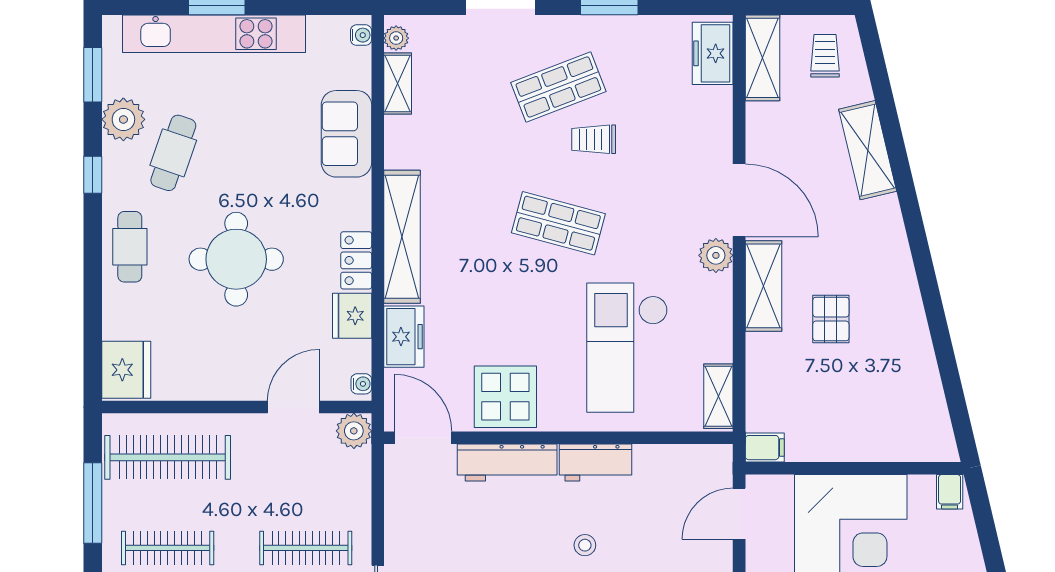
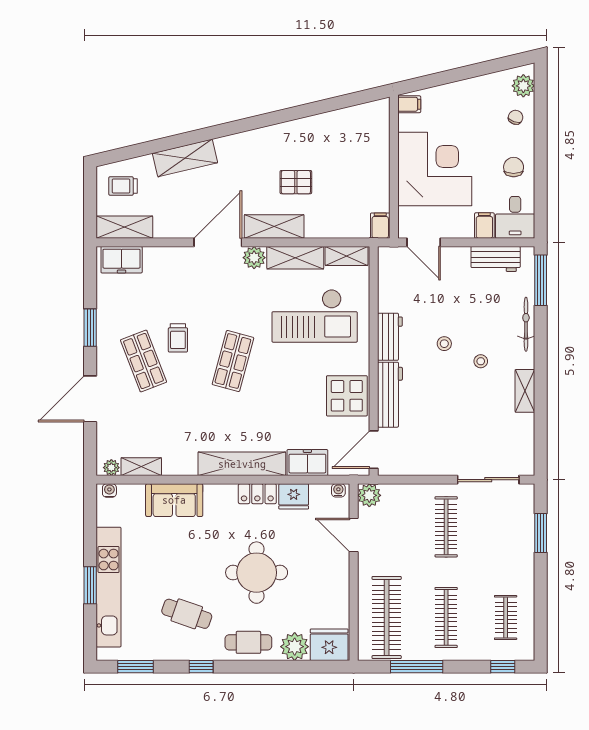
plant: (123, 119) -> (295, 647), moved
shelving: (716, 318) -> (295, 258), added

